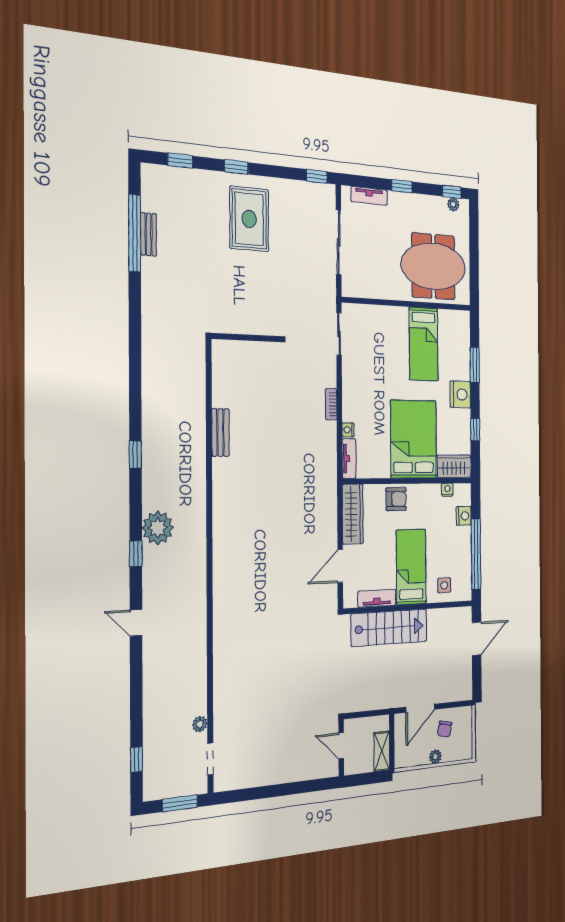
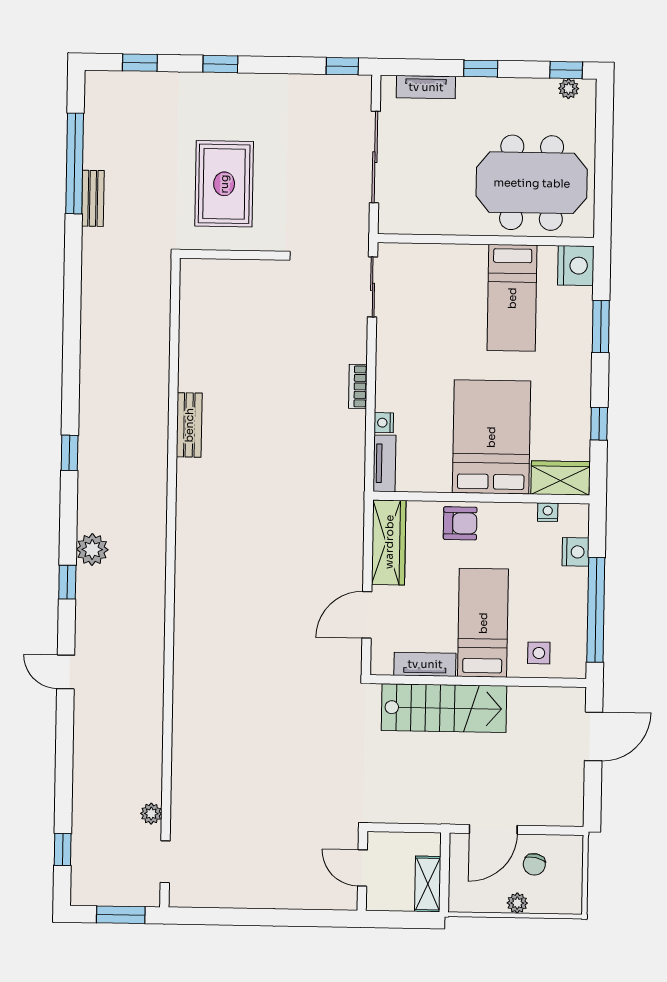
rug: (249, 219) -> (224, 184), moved
bench: (149, 234) -> (93, 198), moved
wall: (246, 338) -> (231, 255), moved
nightstand: (460, 394) -> (576, 266), moved
plant: (158, 528) -> (92, 550), width x0.73, depth x0.73

